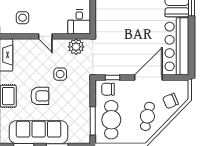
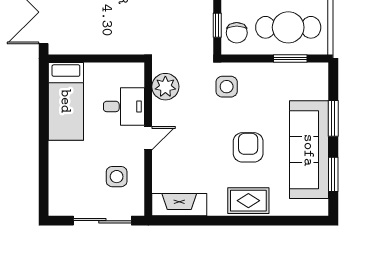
desk: (79, 22) -> (124, 106), moved
side table: (60, 74) -> (227, 87), moved
window: (93, 121) -> (290, 59), width x0.69

